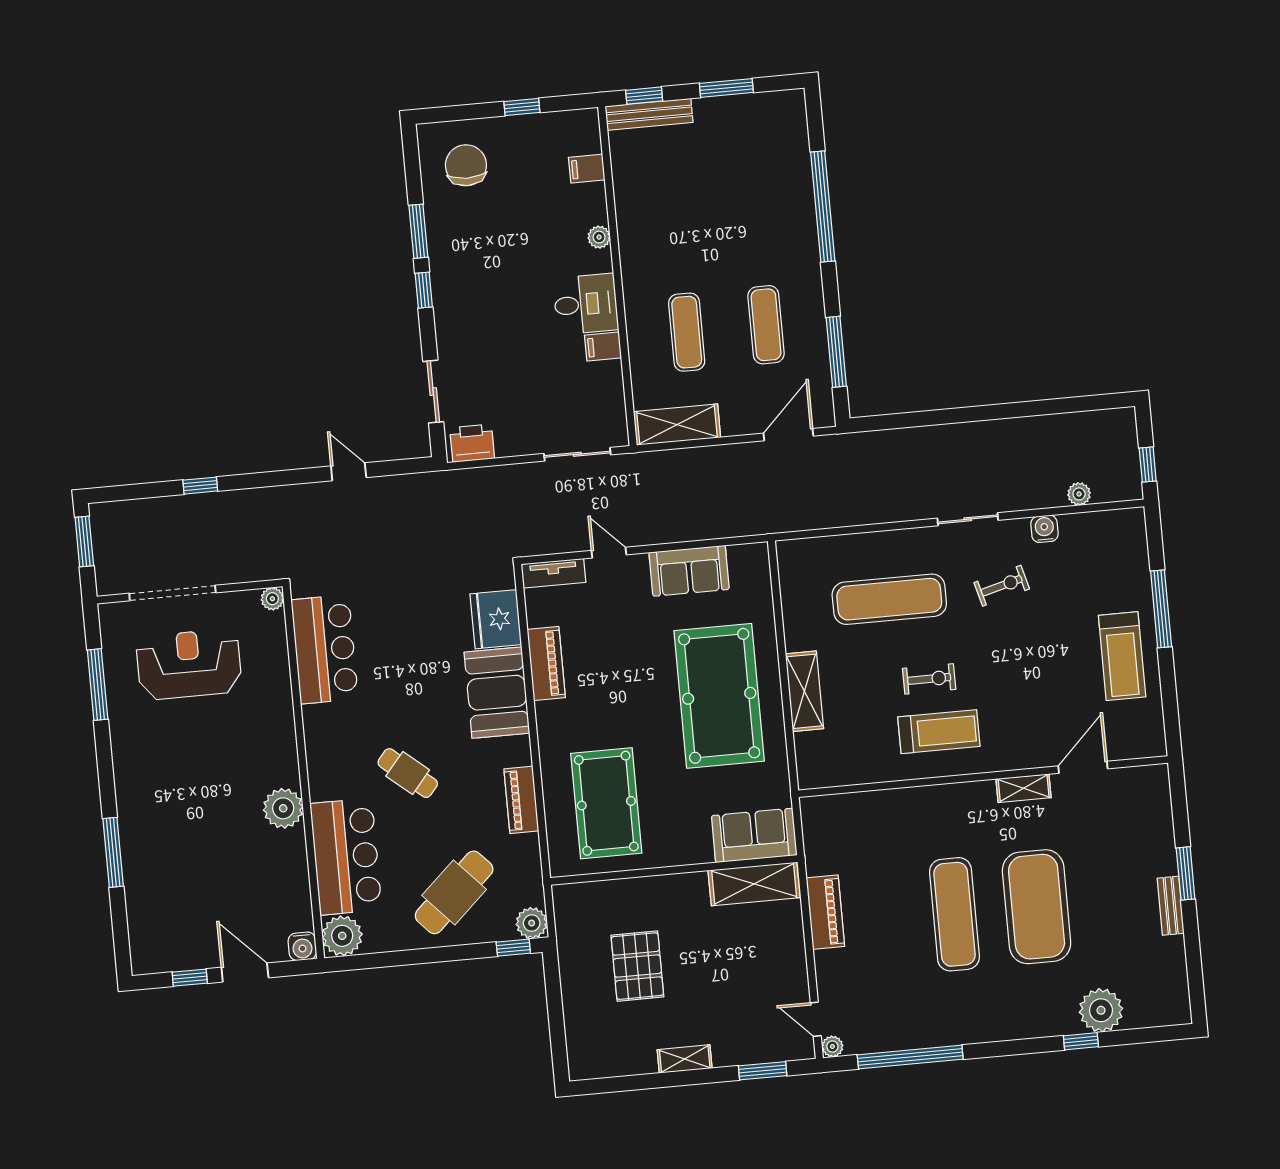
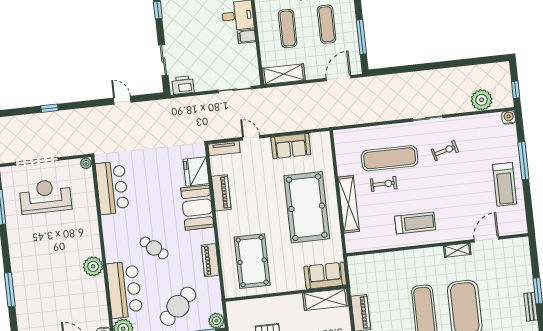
plant: (1079, 494) -> (482, 100), width x1.88, depth x1.88
water cooler: (1044, 529) -> (509, 117), moved
exercise bike: (929, 679) -> (384, 184), moved
shelving: (804, 691) -> (349, 204), width x1.47

